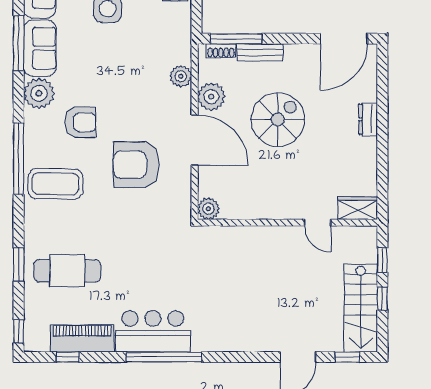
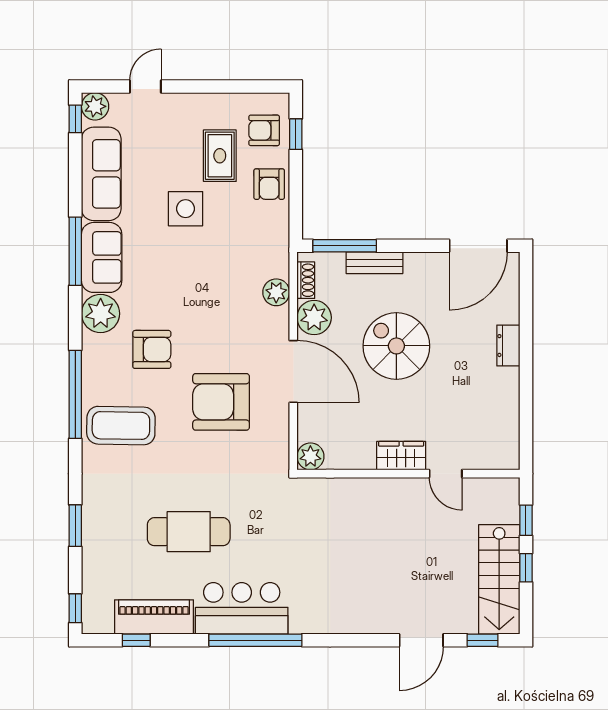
shoe rack: (221, 51) -> (306, 280), moved, turned -90
spiral stairs: (278, 120) -> (396, 346), turned -90
wardrobe: (358, 208) -> (401, 456), moved
cafe table: (67, 271) -> (189, 532), moved

